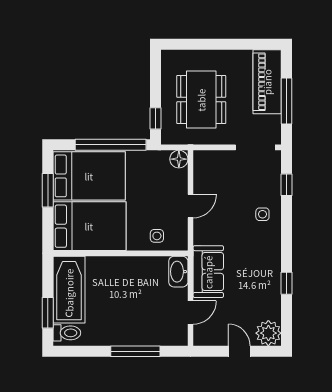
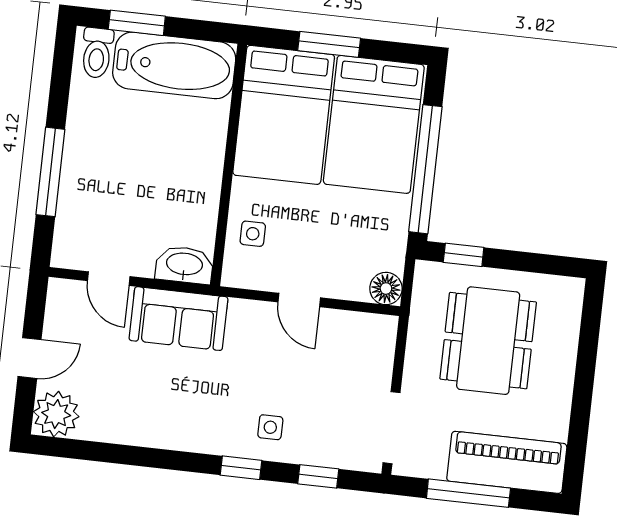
dining table: (201, 100) -> (488, 341), turned 90
window: (48, 190) -> (329, 44), moved
window: (287, 283) -> (241, 468), moved

